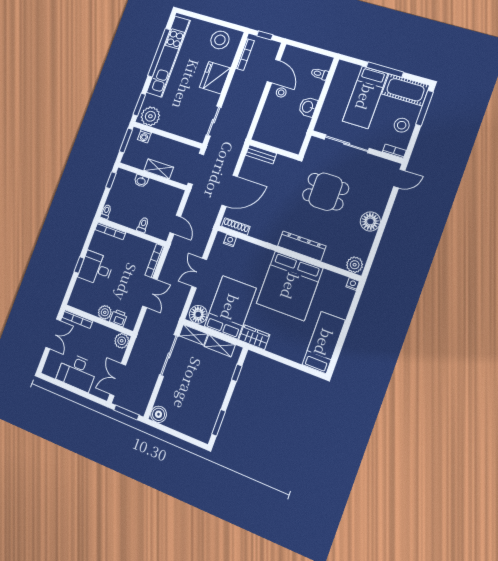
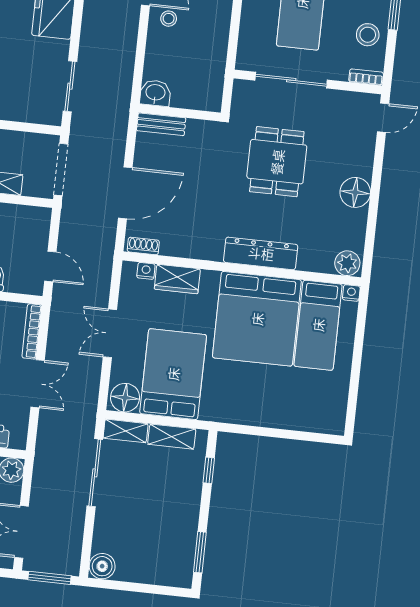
washbasin: (308, 107) -> (155, 93), moved, turned 90
dining table: (326, 192) -> (277, 162), turned 90
shoe rack: (236, 226) -> (143, 246), width x0.70
wardrobe: (254, 337) -> (177, 279), moved, turned 180
bed: (324, 342) -> (318, 325), moved, turned 180

